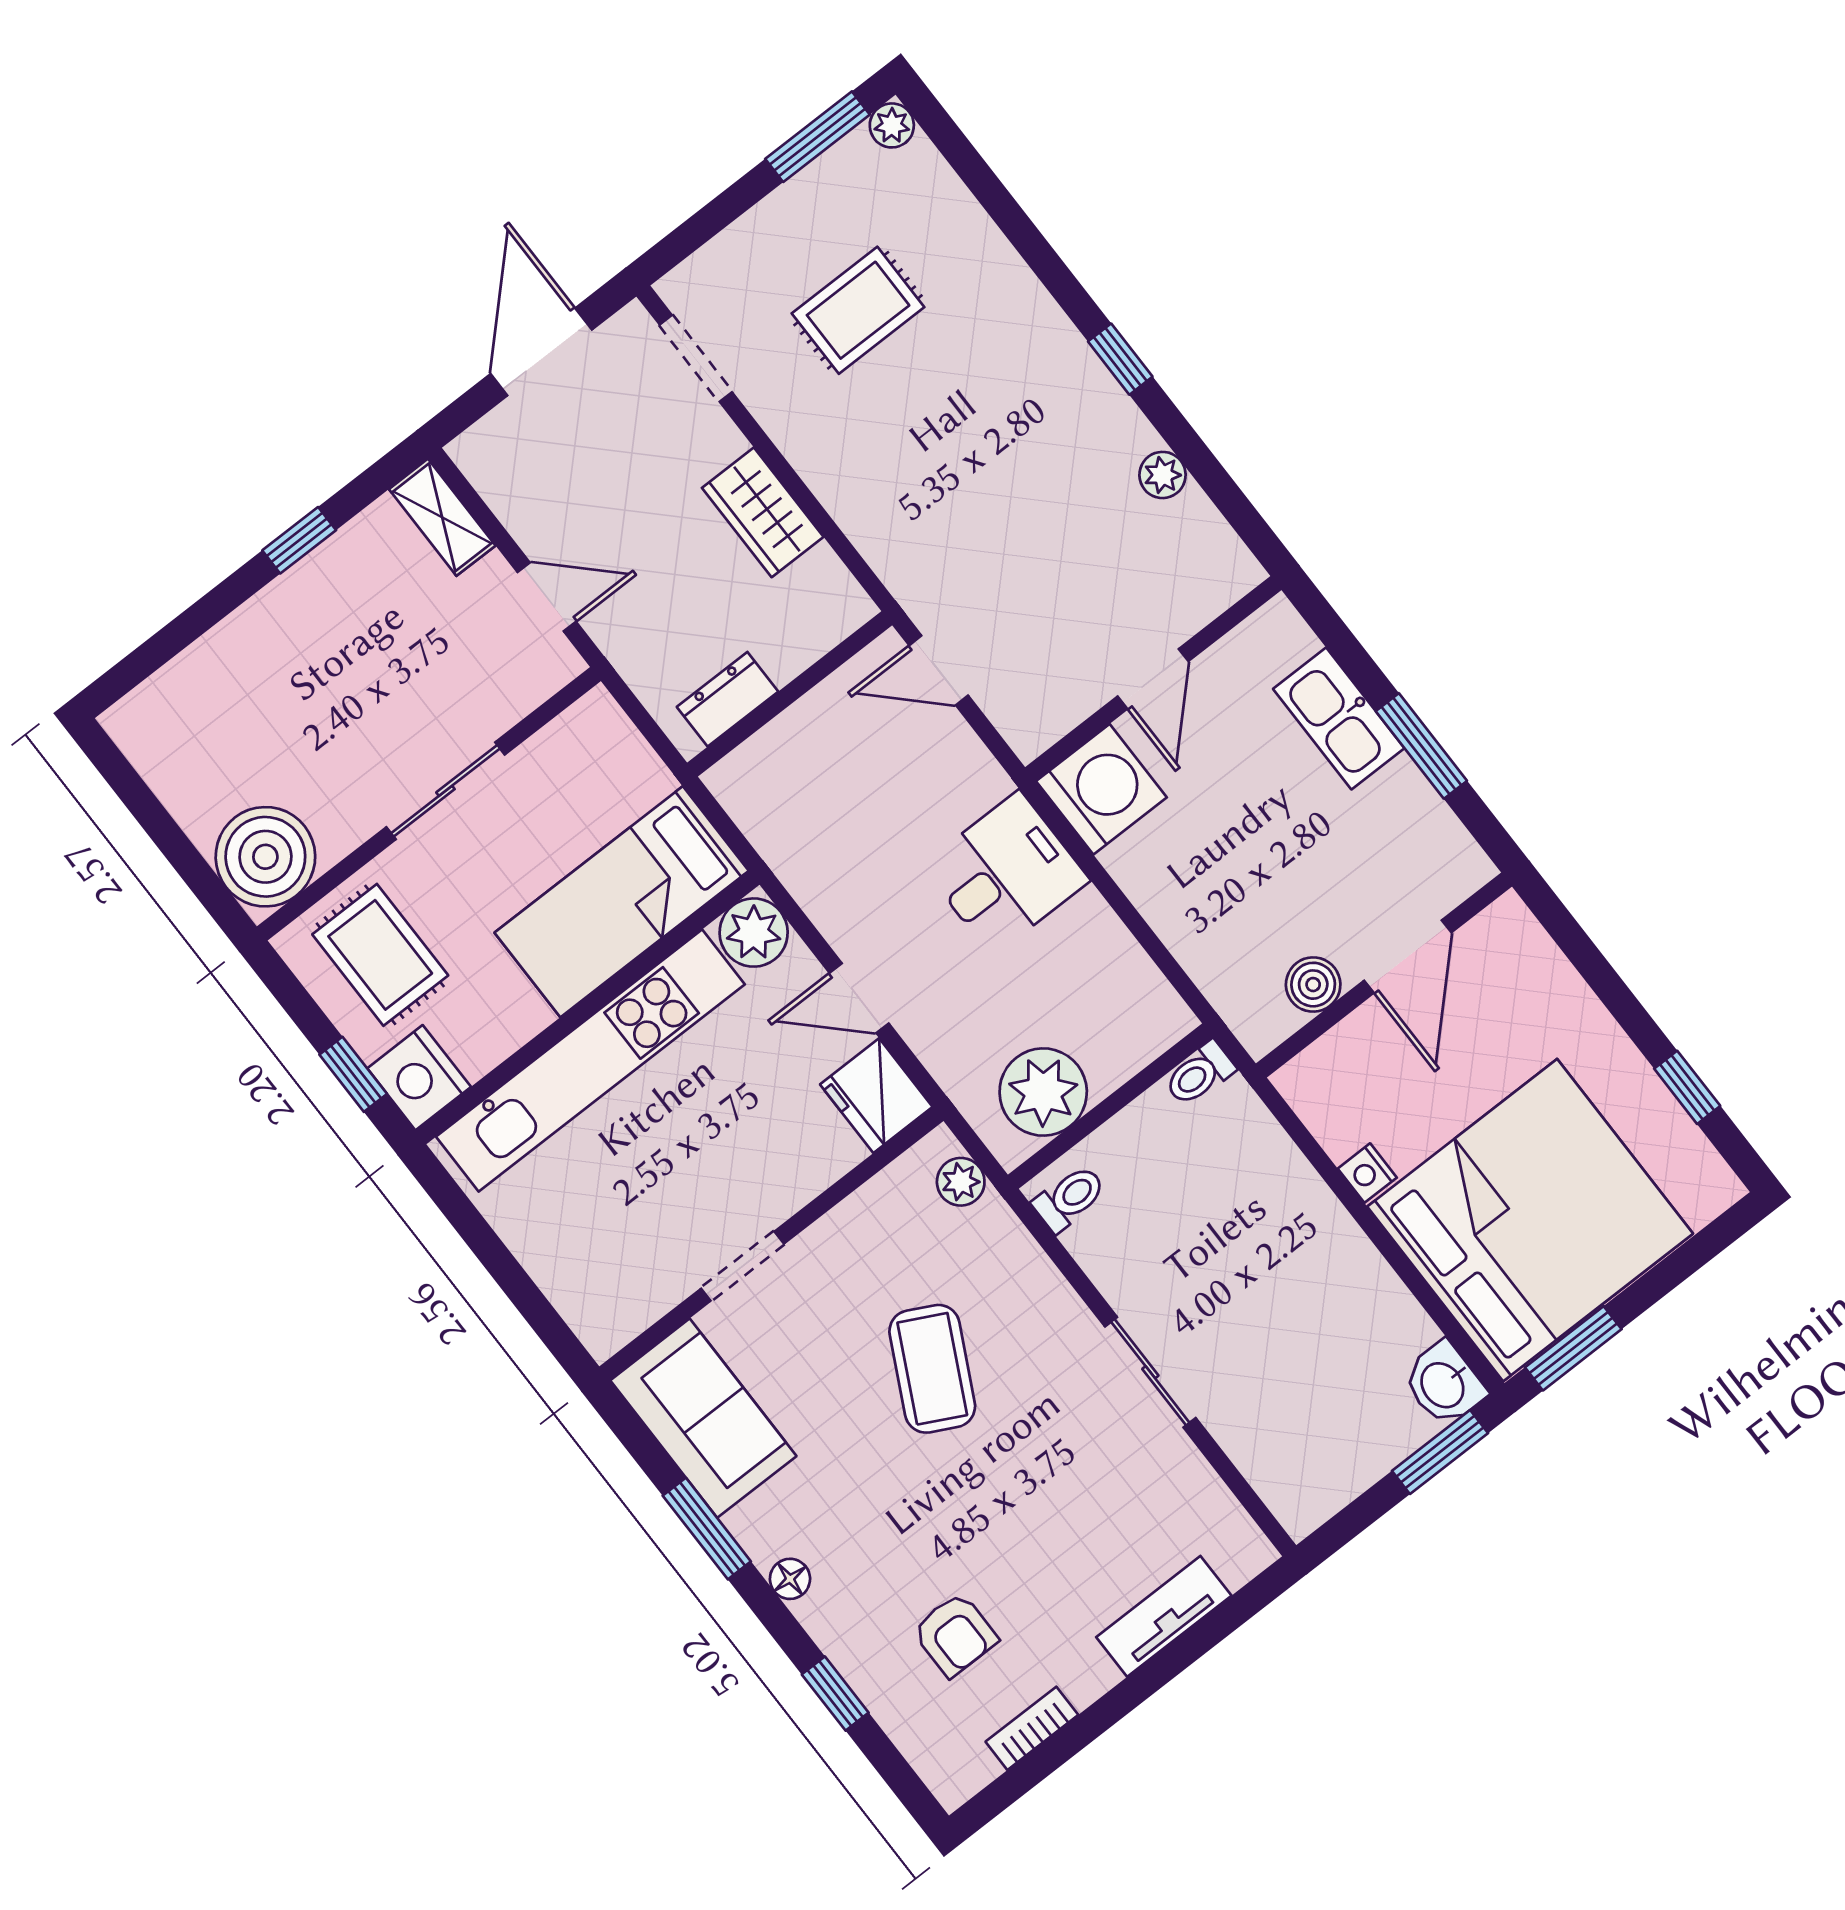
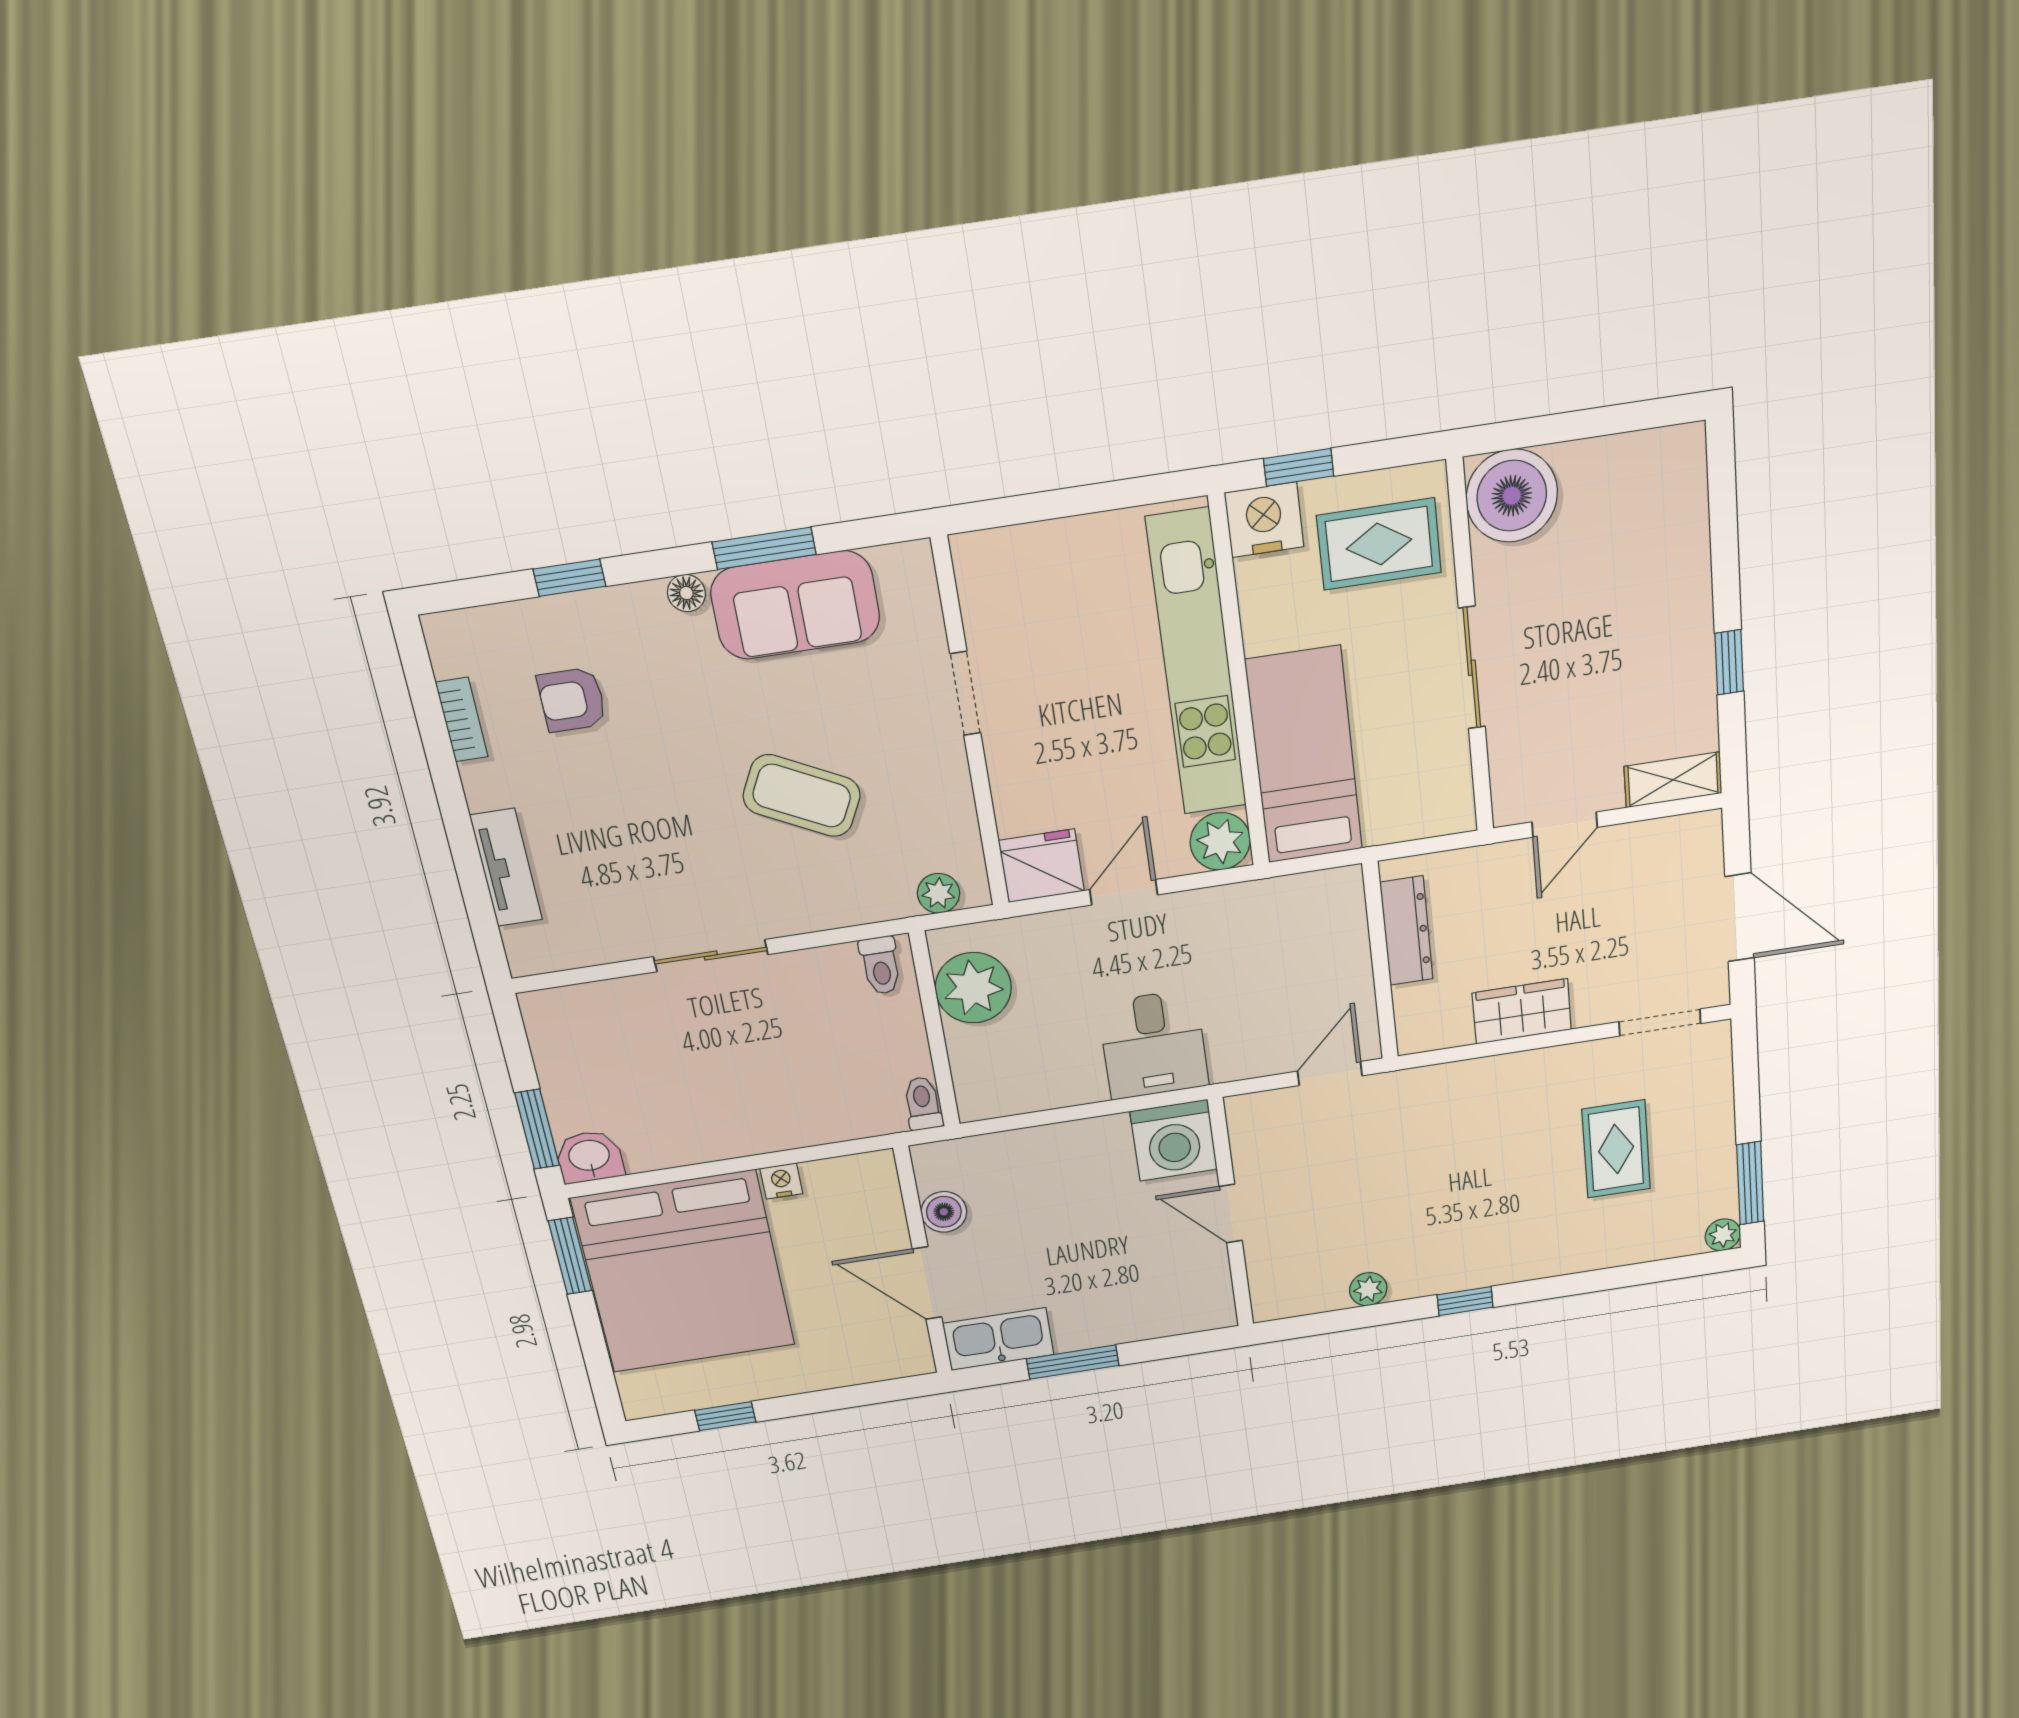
dresser: (728, 699) -> (1406, 931), width x1.44
kitchen sink: (1339, 718) -> (998, 1339), moved
sofa: (703, 1418) -> (795, 605), moved

